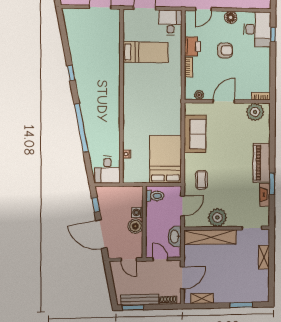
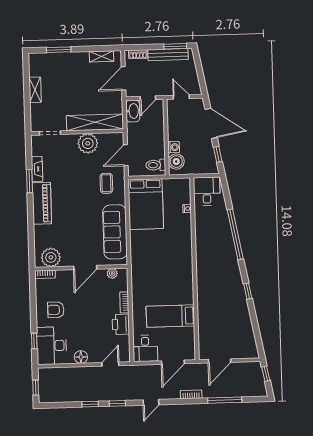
armchair: (225, 50) -> (56, 310), moved
sofa: (195, 134) -> (115, 232), width x1.36
boiler: (135, 226) -> (176, 161), moved
washbasin: (175, 237) -> (133, 111), moved
shelving: (264, 257) -> (35, 90), moved
door: (160, 259) -> (148, 98), hinge flipped

